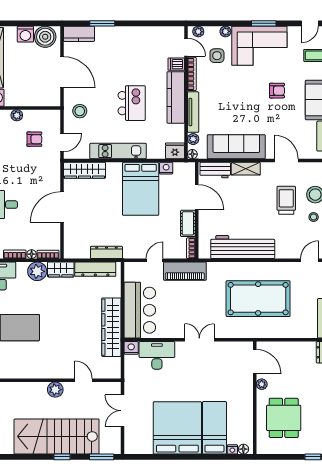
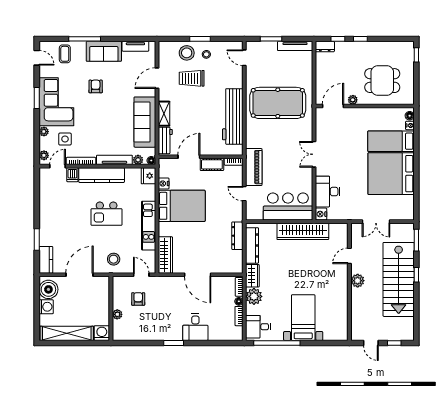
kitchen island: (132, 103) -> (107, 214), turned 180
pool table: (258, 299) -> (278, 103), turned 90

